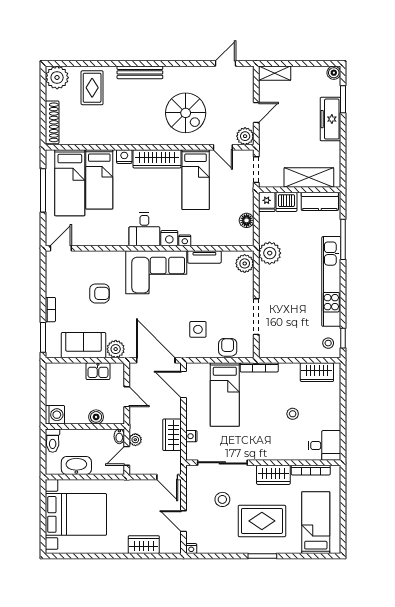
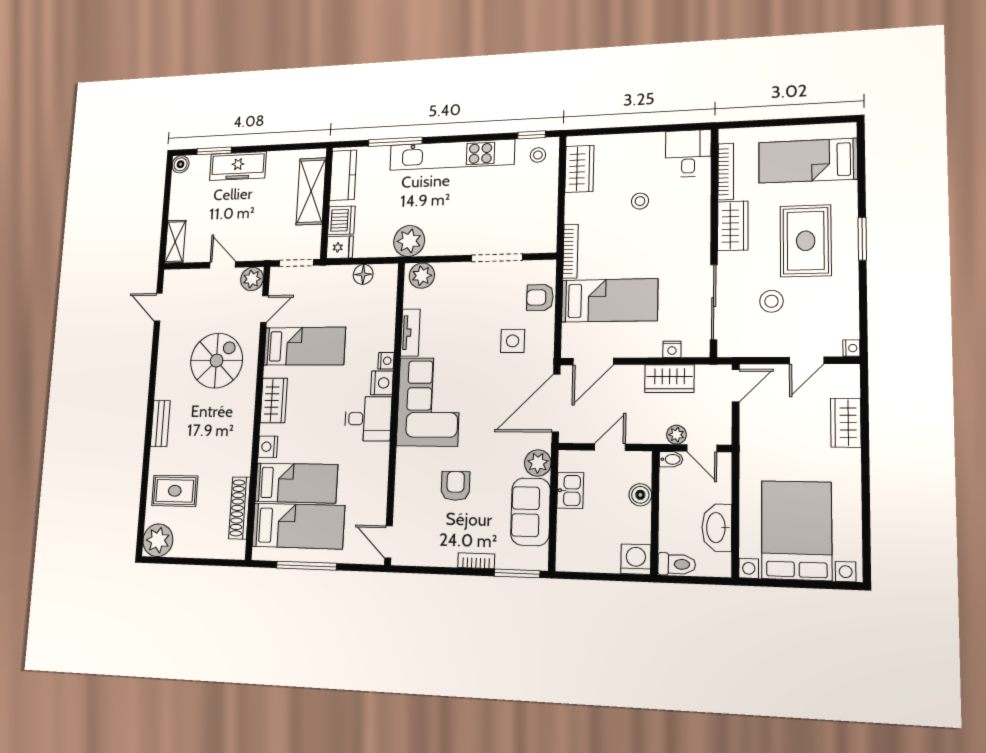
bench: (140, 72) -> (160, 424), width x0.73
shoe rack: (52, 122) -> (240, 508), moved, turned -90
wardrobe: (157, 159) -> (274, 400), width x0.67

